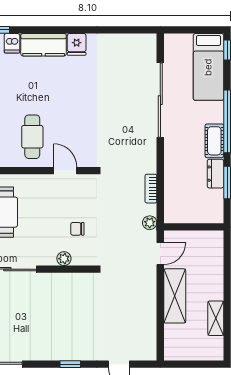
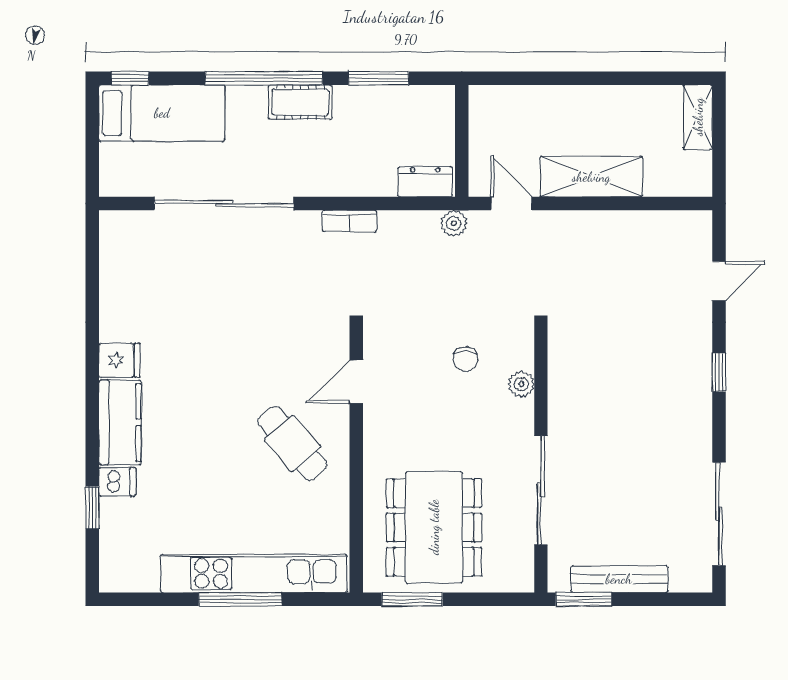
cafe table: (32, 137) -> (293, 443), turned 49
dresser: (215, 174) -> (425, 182), moved, turned 180
bookcase: (151, 189) -> (350, 221), moved
shelving: (216, 318) -> (698, 117), moved, turned 90

